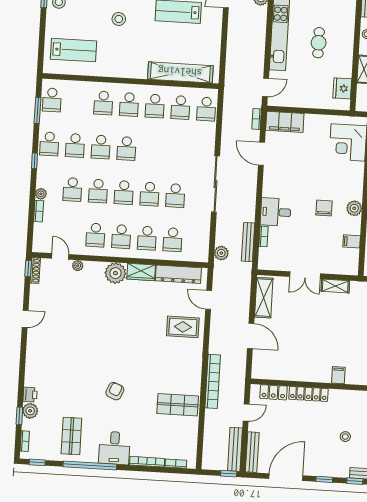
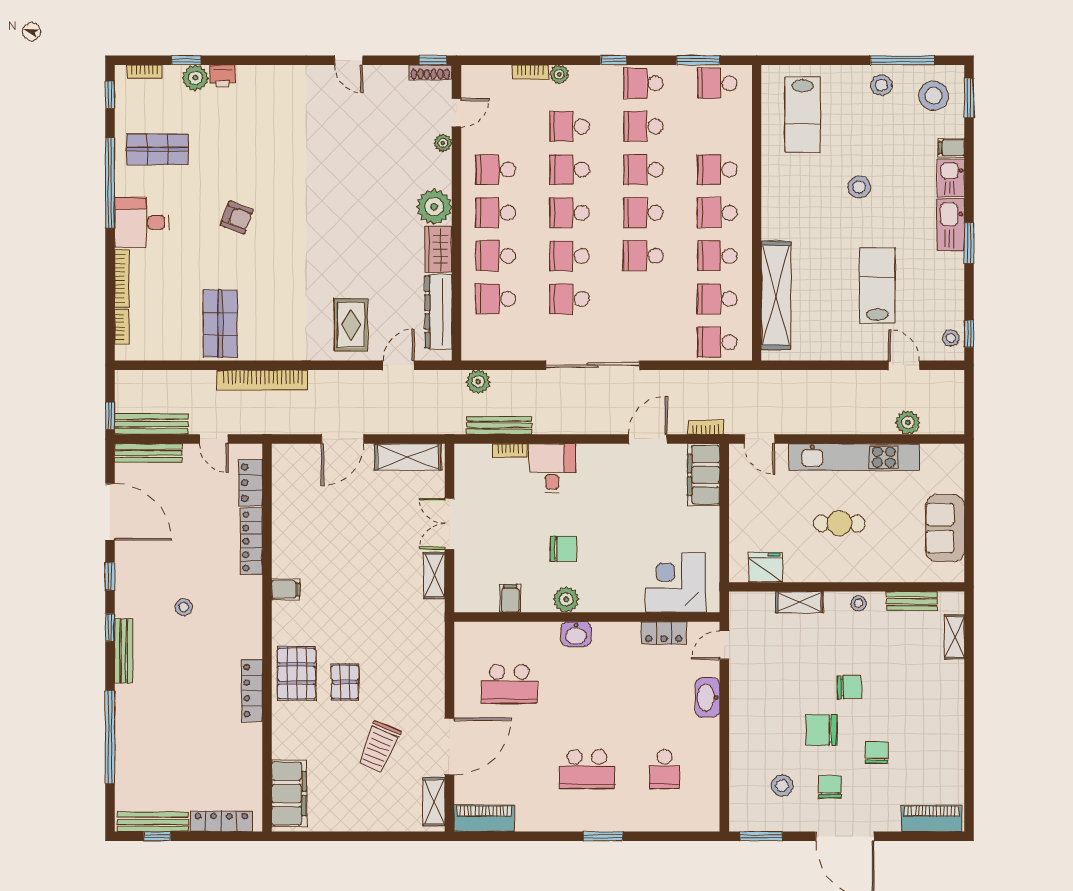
school desk: (152, 150) -> (643, 256), added

